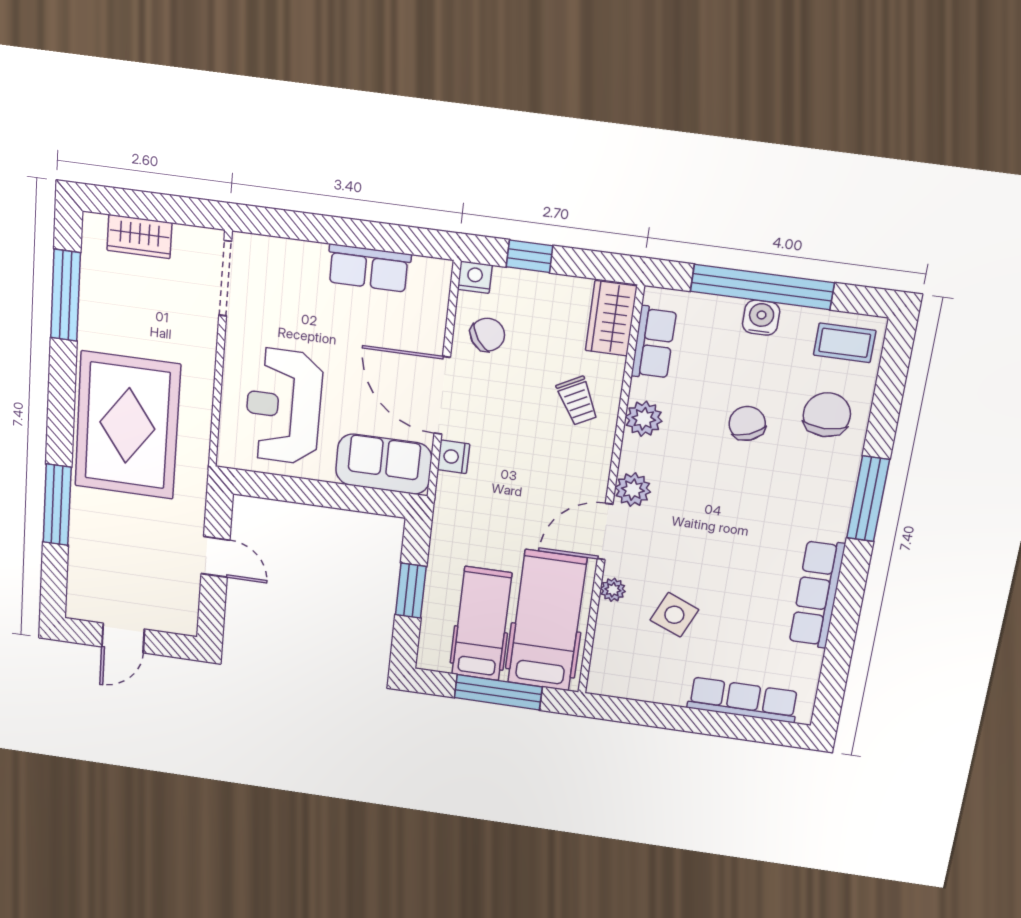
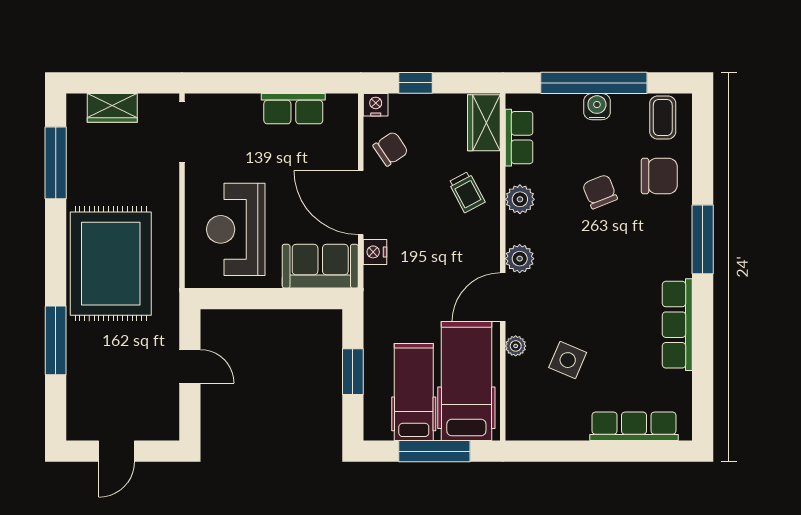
coffee table: (845, 343) -> (663, 118), turned 90
chair: (827, 415) -> (659, 176), turned 90

